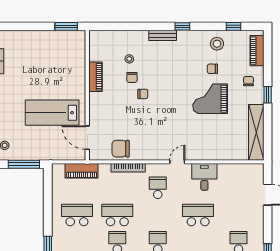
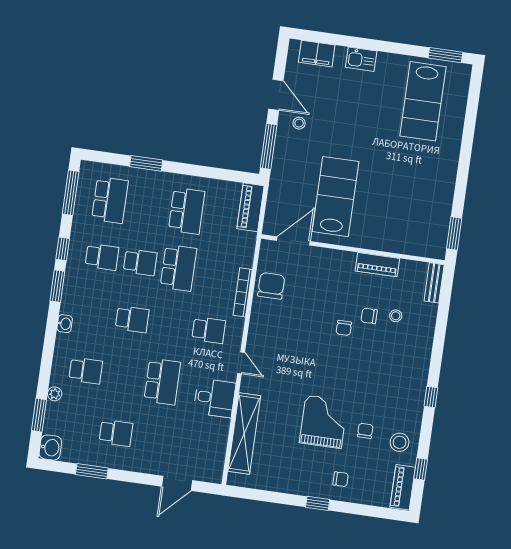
bench: (163, 35) -> (434, 283), moved
piano: (257, 51) -> (403, 487), moved, turned -90
shelving: (256, 132) -> (244, 433), moved, turned 90
piano: (82, 171) -> (250, 207), moved

